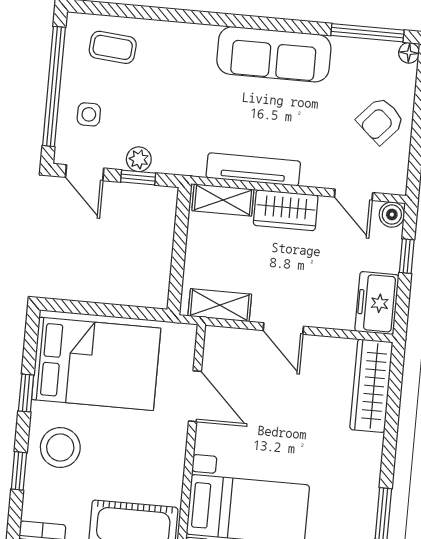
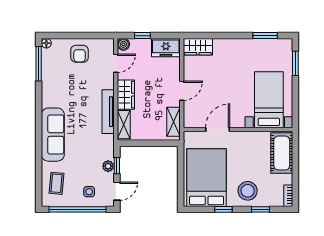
sofa: (274, 54) -> (53, 135), moved
armchair: (381, 121) -> (80, 54), turned 48
wardrobe: (371, 386) -> (198, 47), width x0.67

